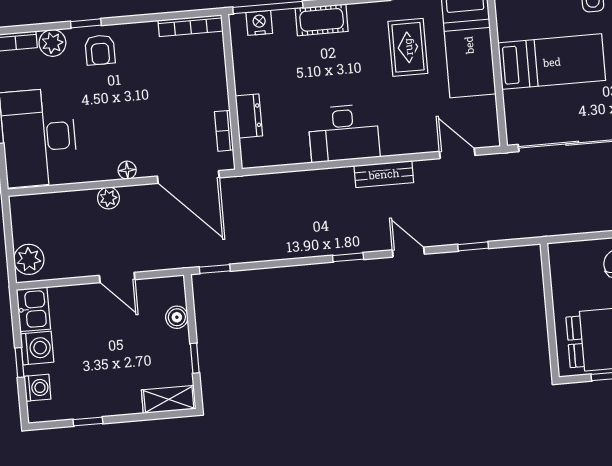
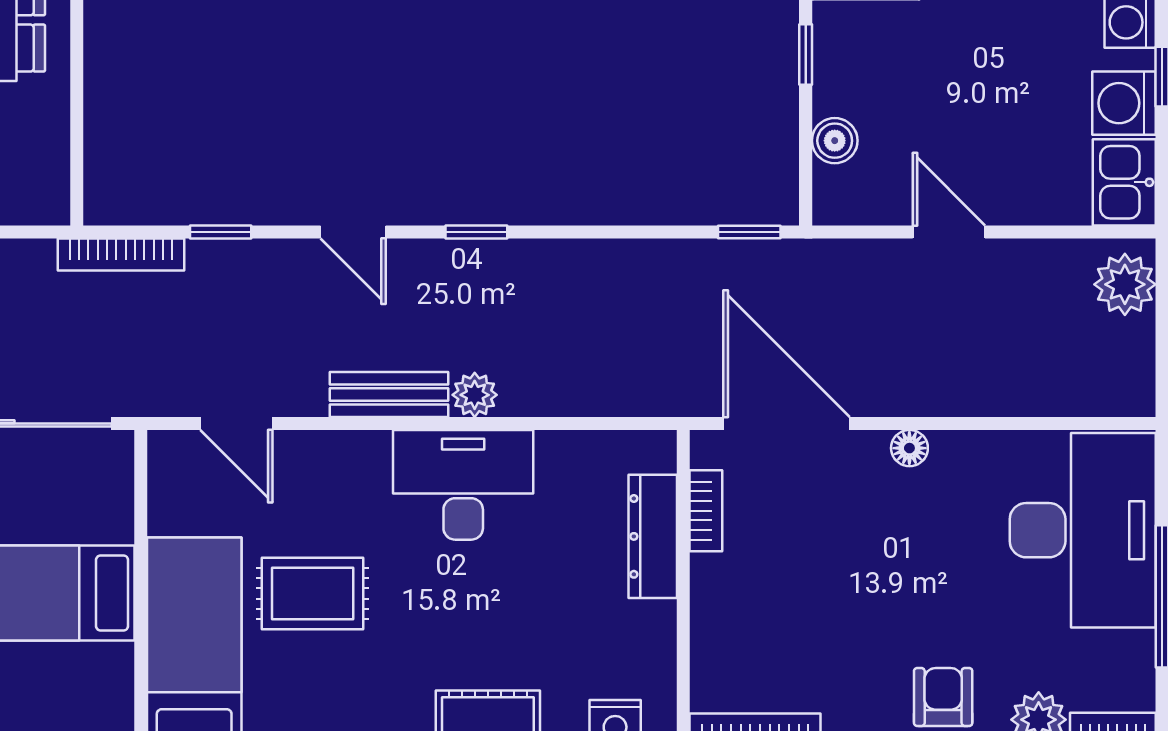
rug: (408, 47) -> (313, 593), moved, turned 90
dresser: (249, 116) -> (653, 536), width x1.44
plant: (108, 198) -> (475, 395), moved
bookcase: (521, 231) -> (121, 254), added

